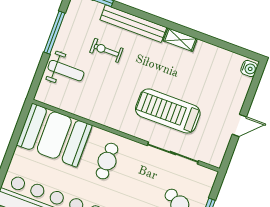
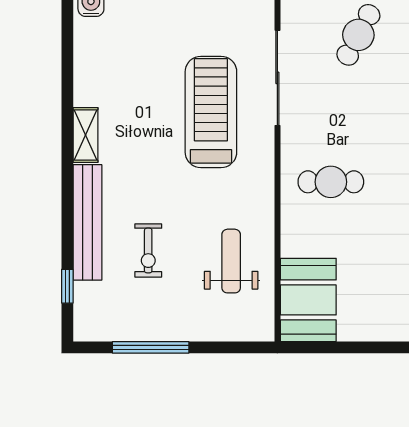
weight bench: (66, 71) -> (231, 261), moved
treadmill: (168, 111) -> (211, 112), turned 180
booth: (54, 135) -> (308, 300), width x0.73, depth x0.70

